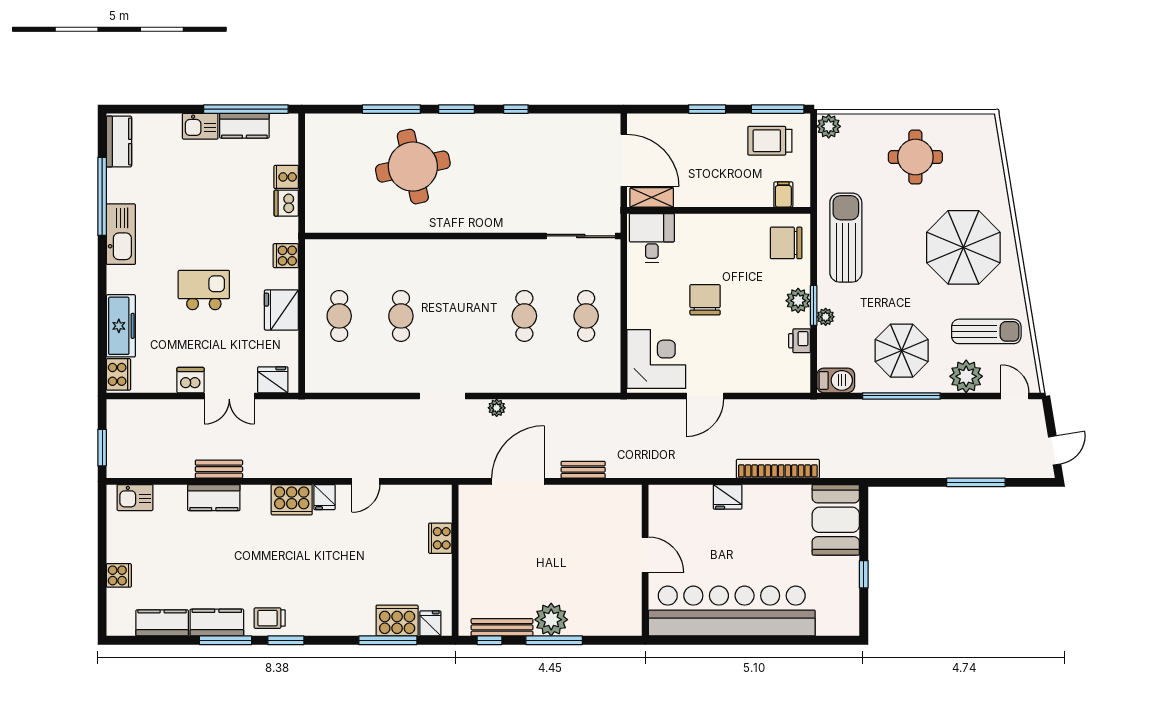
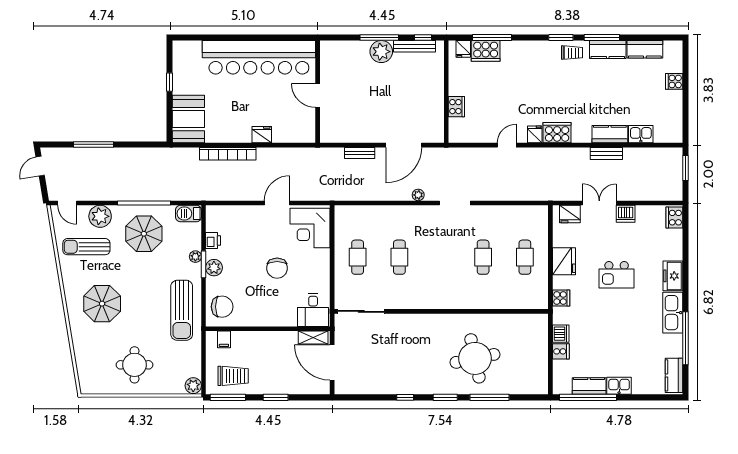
parasol: (963, 247) -> (102, 304), width x0.73, depth x0.73
freezer: (121, 326) -> (673, 276), moved, width x0.71
kitchen sink: (135, 498) -> (641, 134), moved

